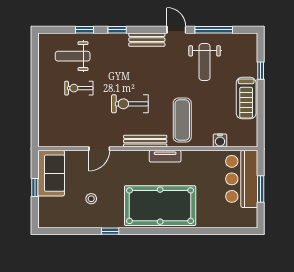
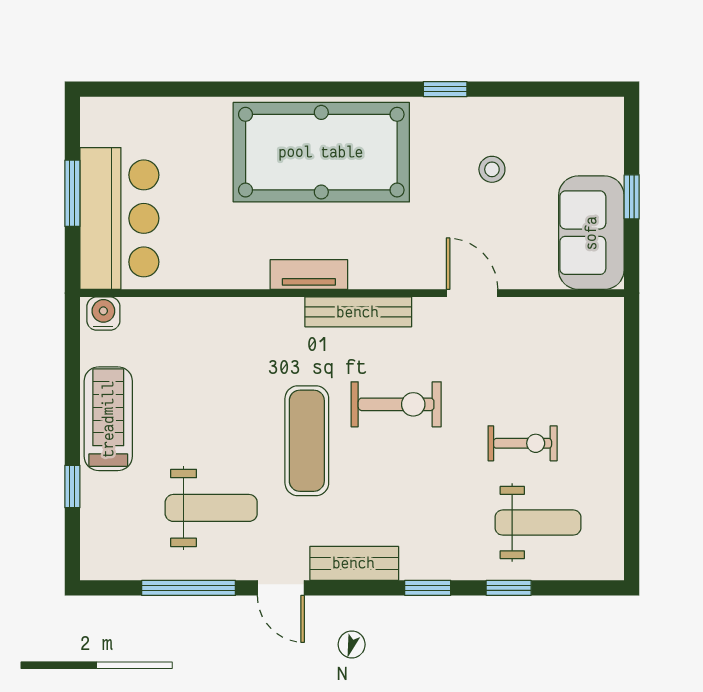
weight bench: (205, 62) -> (211, 508), turned 90
exercise mat: (182, 120) -> (307, 441), moved
water cooler: (220, 140) -> (103, 314), moved
door: (99, 149) -> (472, 293), hinge flipped

